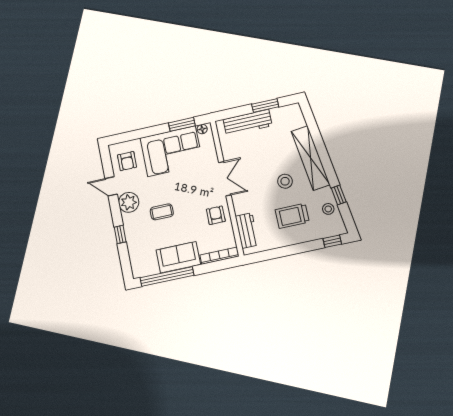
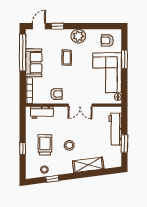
window: (182, 124) -> (124, 59), moved
shelving: (310, 158) -> (88, 165), width x0.68
door: (111, 186) -> (39, 26), moved
window: (332, 241) -> (23, 148), moved

